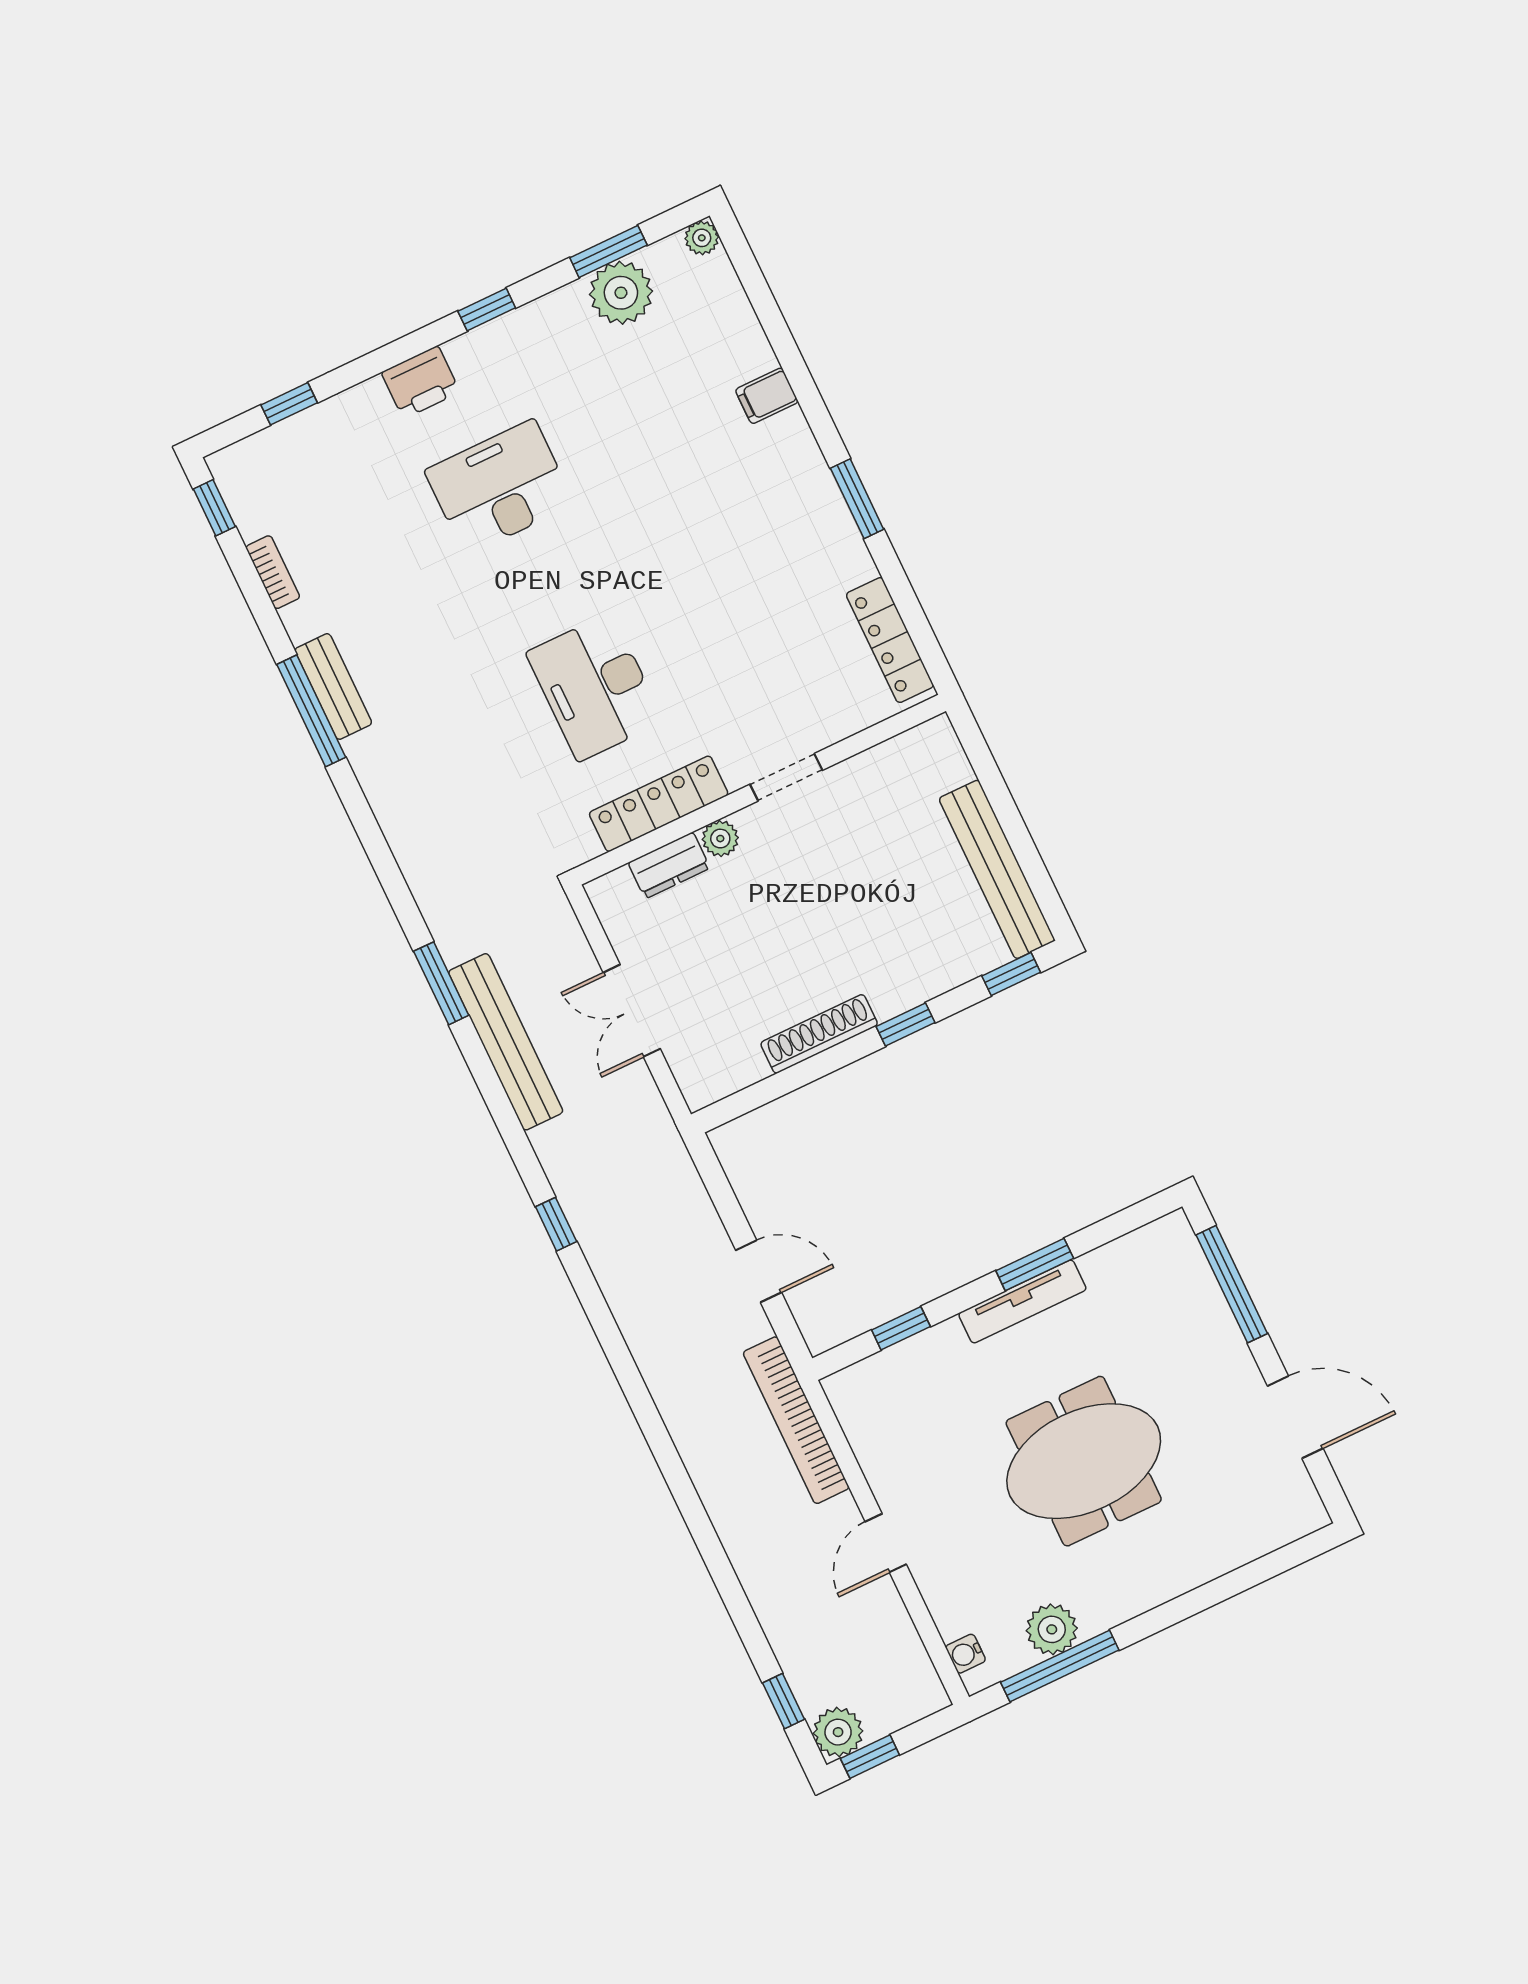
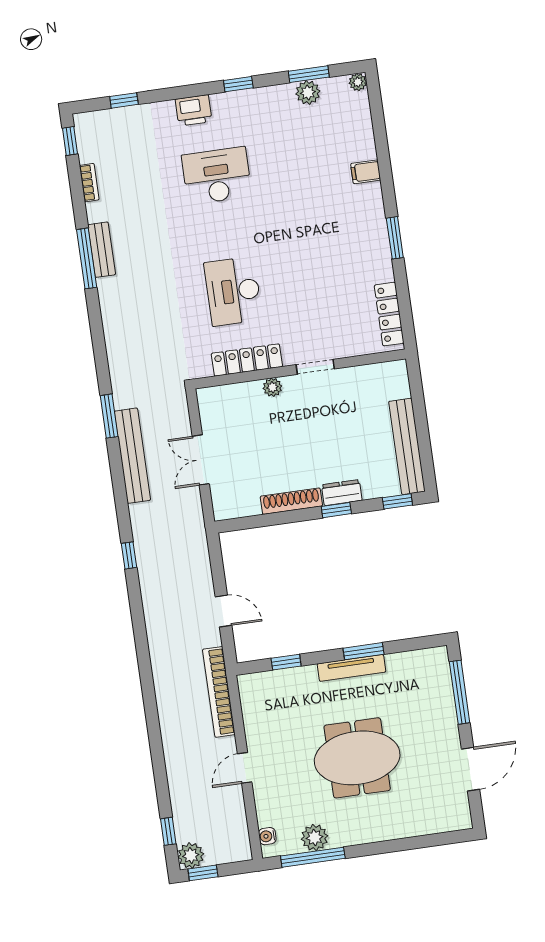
plant: (621, 293) -> (308, 92), width x0.73, depth x0.73
dresser: (669, 865) -> (342, 493), moved, turned 180
door: (1295, 1417) -> (470, 769), hinge flipped

